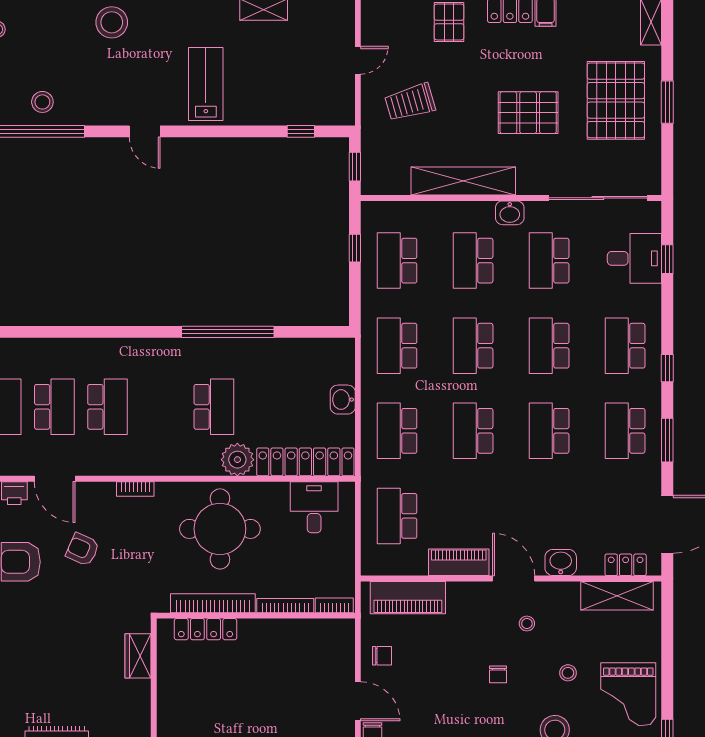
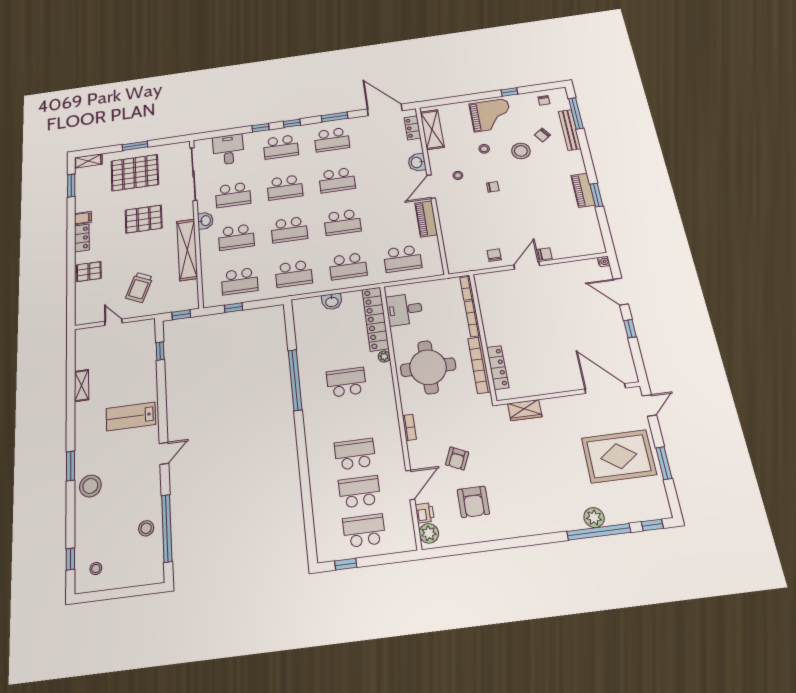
trolley: (410, 102) -> (139, 287), turned 40
pallet: (528, 113) -> (144, 219), turned 90
window: (667, 259) -> (260, 128), moved
plant: (237, 460) -> (384, 357), width x0.53, depth x0.53
piano: (408, 598) -> (454, 245), removed

